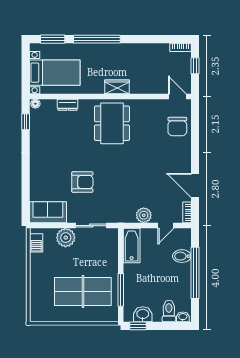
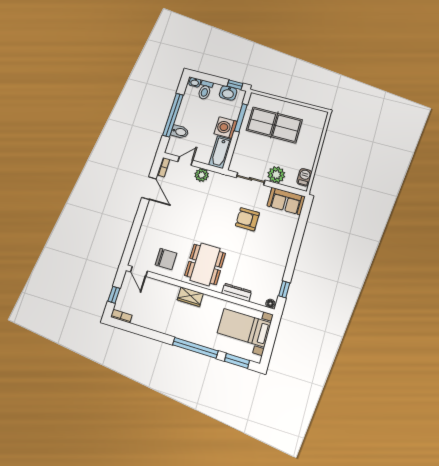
dresser: (68, 105) -> (237, 292), width x1.44
chair: (177, 127) -> (166, 259), moved, turned 90
washing machine: (134, 274) -> (226, 128), added

